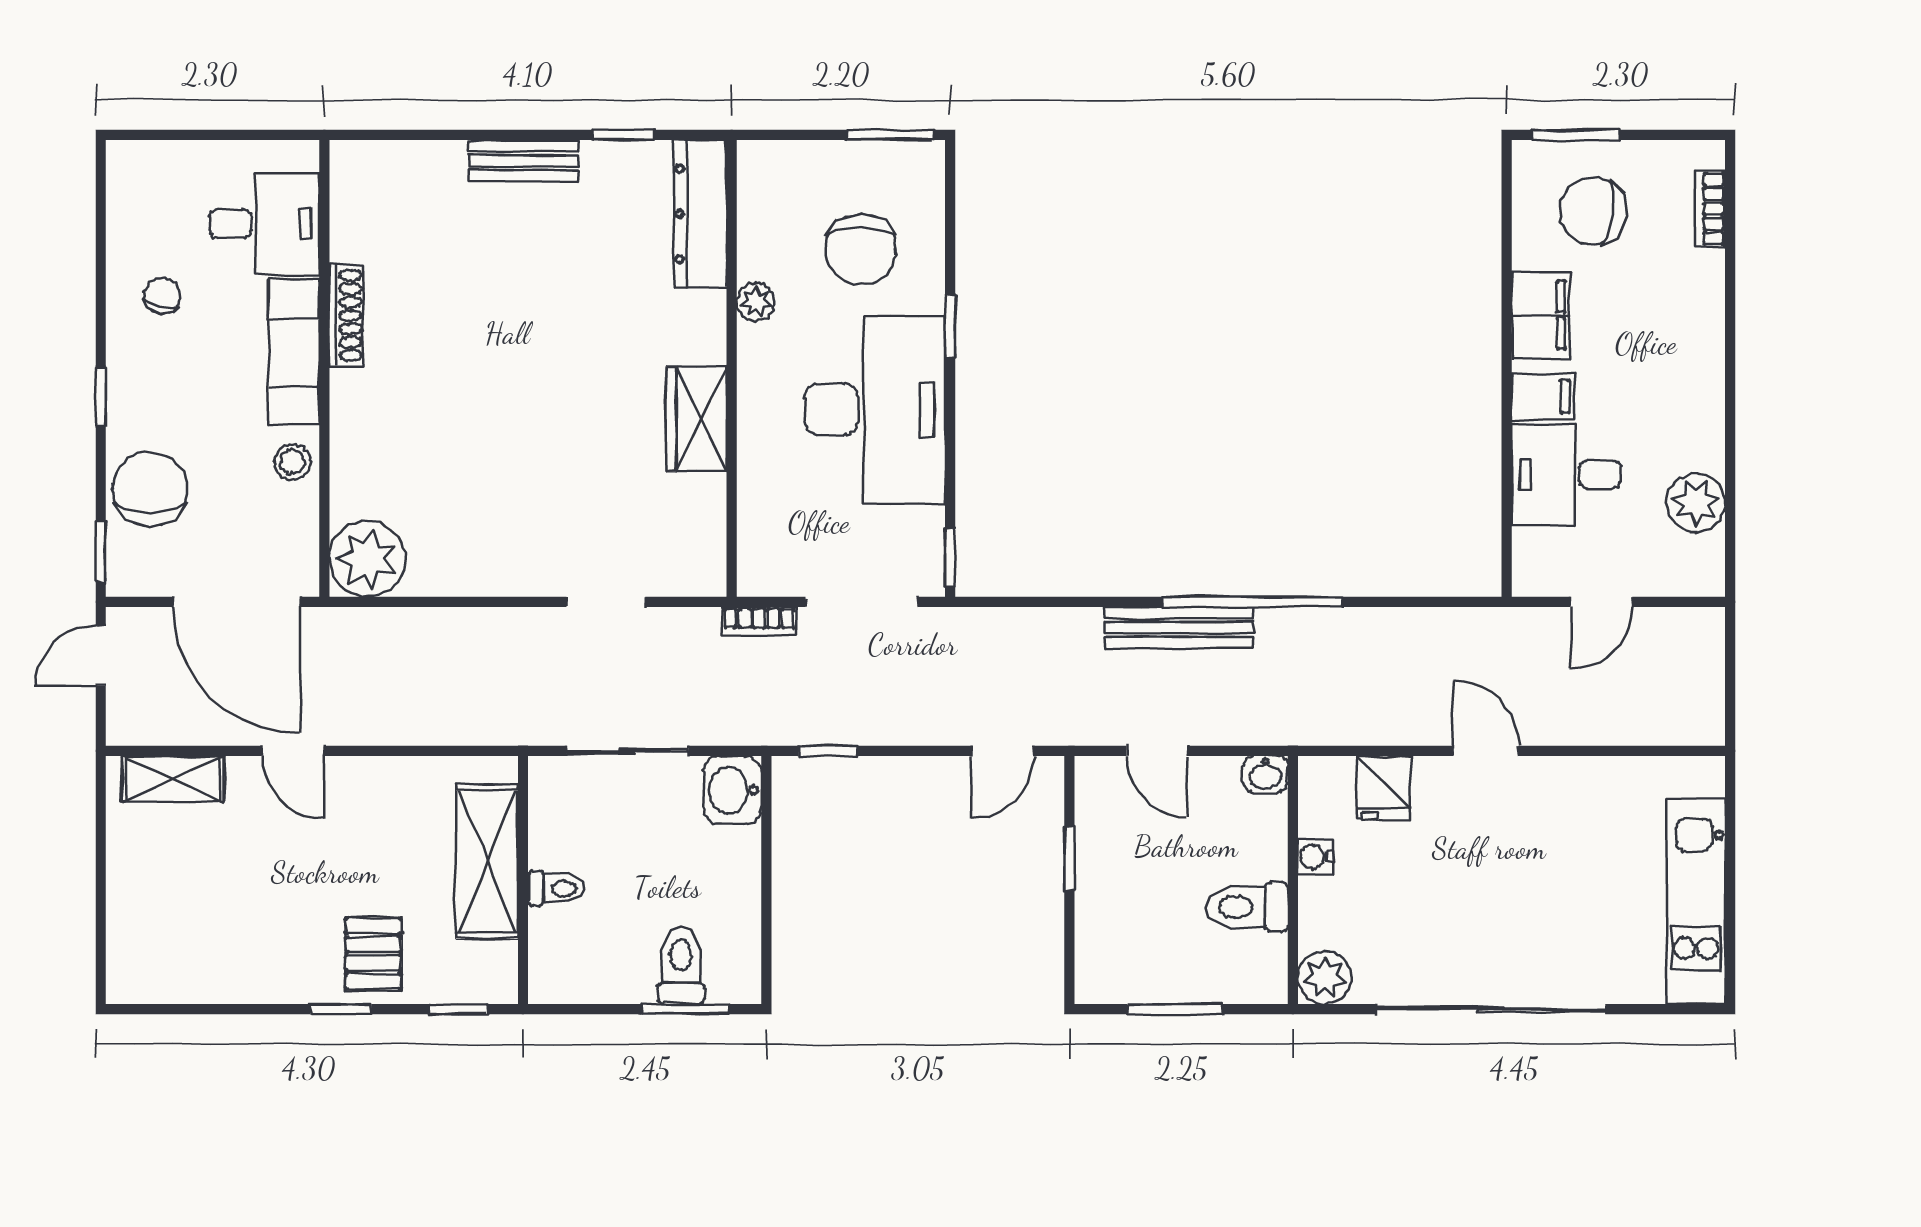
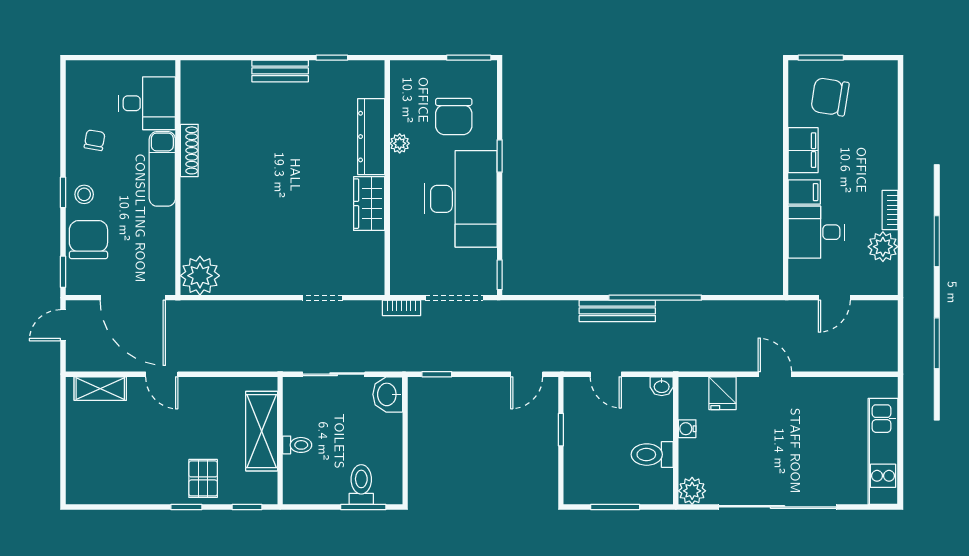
bookcase: (1710, 209) -> (890, 210), moved
dresser: (700, 214) -> (371, 137), moved
stool: (292, 462) -> (84, 194), moved

